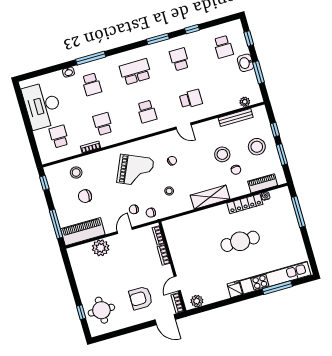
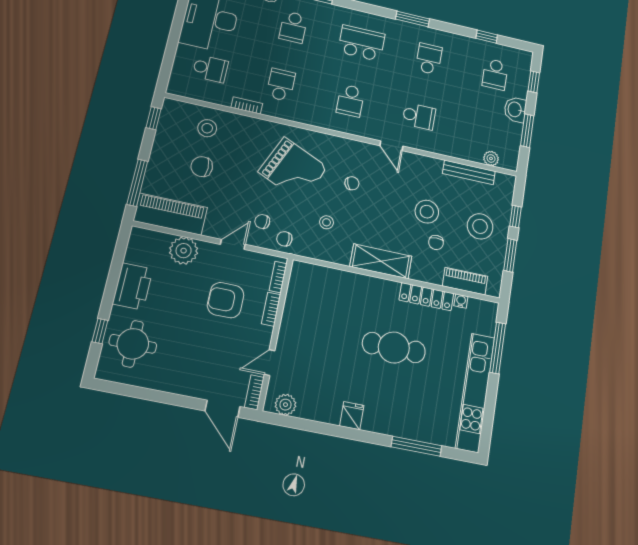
window: (192, 29) -> (487, 37), moved
school desk: (59, 137) -> (210, 69), turned 90
kitchen unit: (275, 278) -> (475, 392), moved, turned -90
printer: (85, 281) -> (133, 286), added
armchair: (141, 298) -> (226, 300), moved

